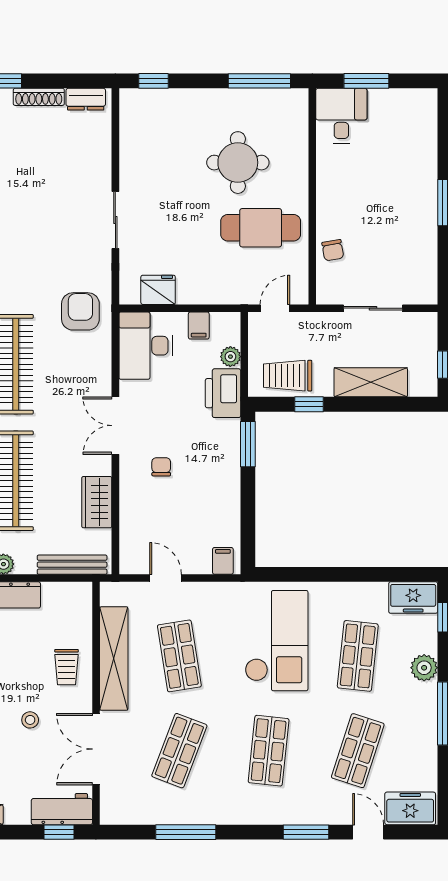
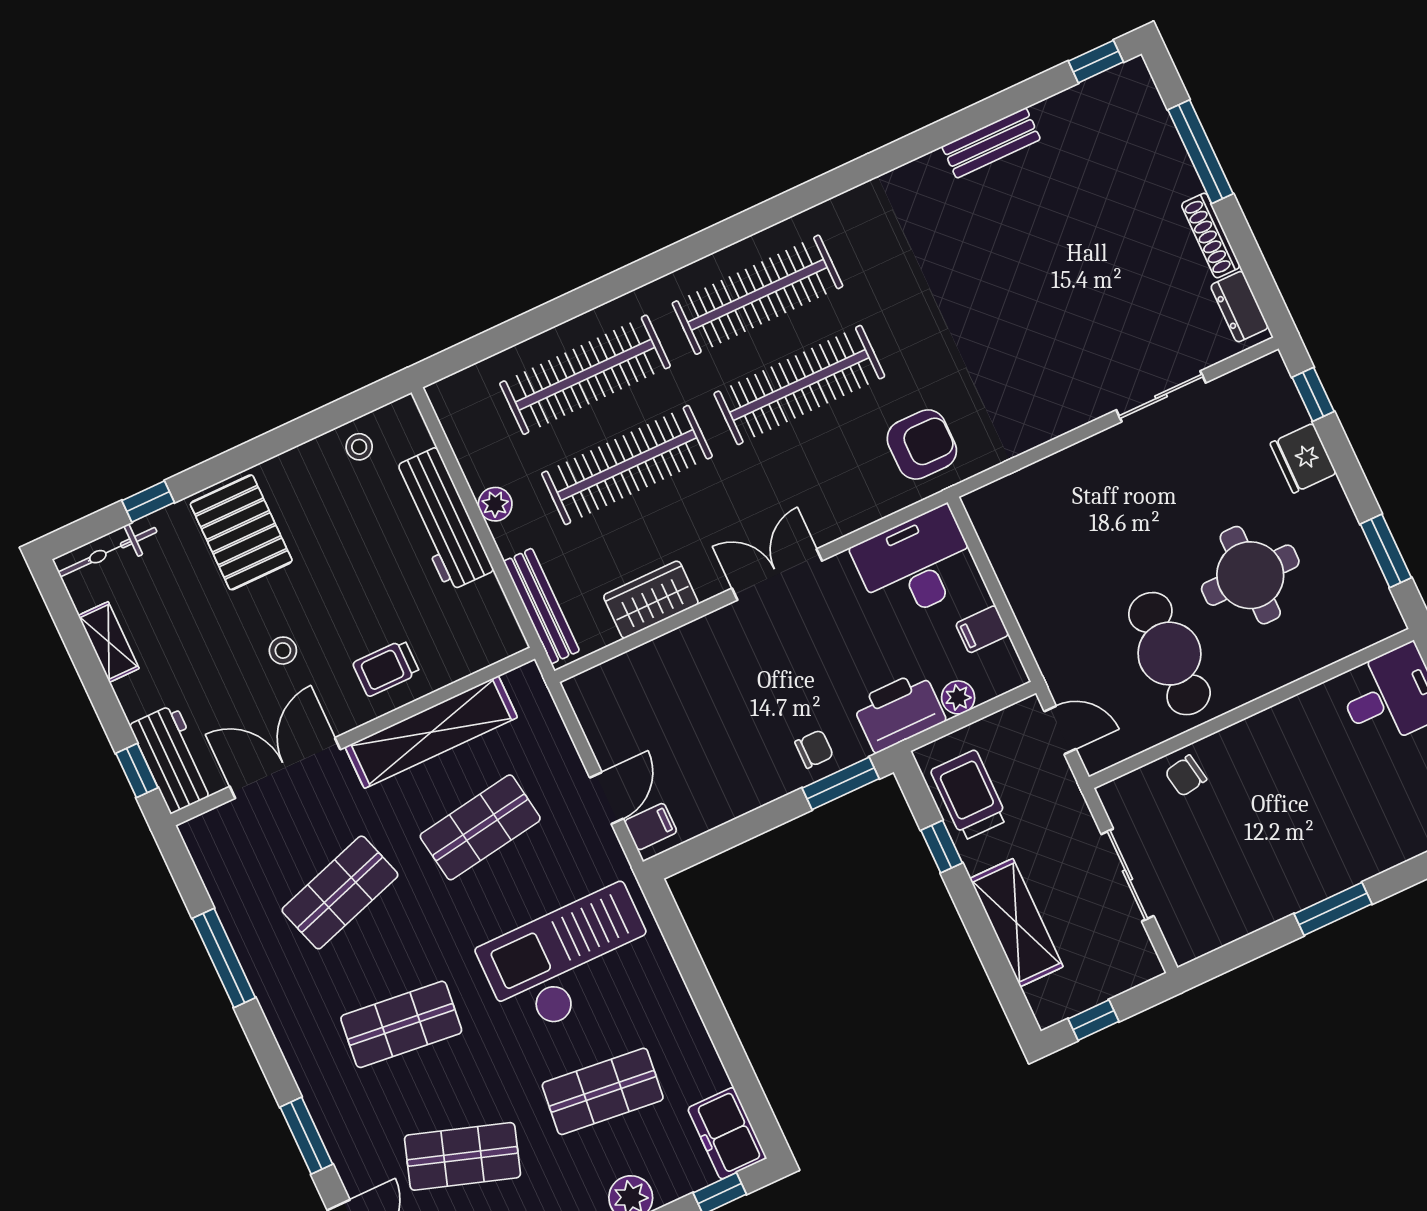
window: (259, 81) -> (1386, 551), width x0.69
sliding door: (115, 220) -> (1161, 396), moved
fridge: (158, 290) -> (1303, 458), moved, turned 180
chair: (161, 467) -> (814, 749), moved
door: (166, 578) -> (607, 798), moved
checkout: (277, 641) -> (570, 961), turned 180
shop shelf: (179, 751) -> (340, 892), turned -39

